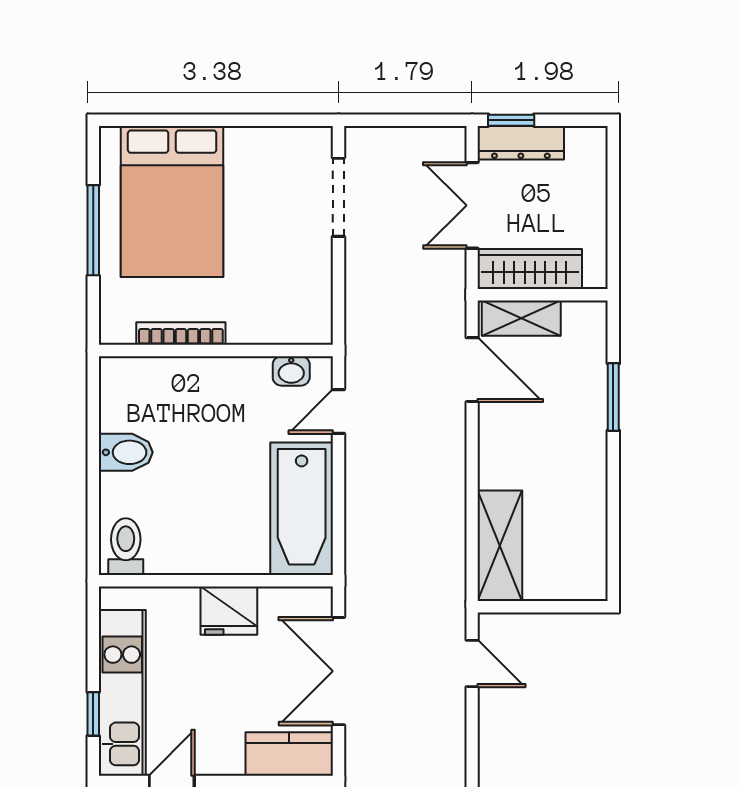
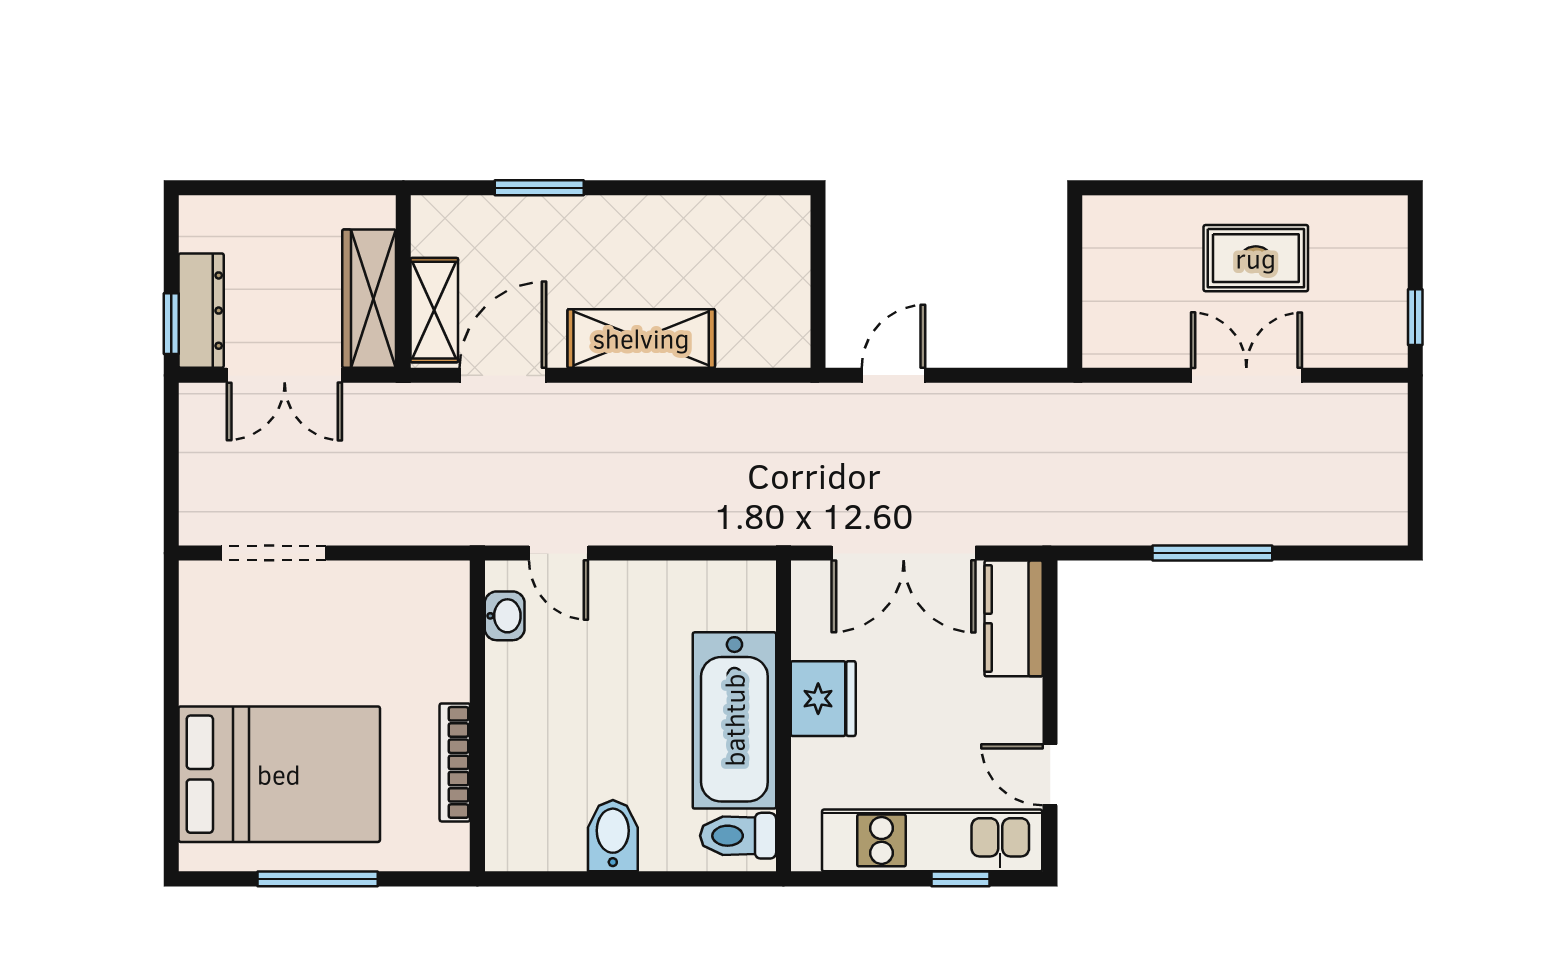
bathtub: (302, 509) -> (734, 720), moved, turned 90
shelving: (500, 546) -> (641, 338), moved

